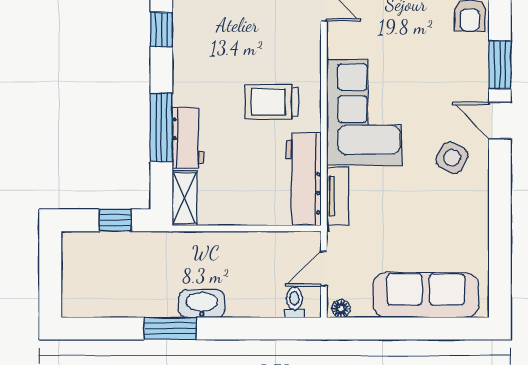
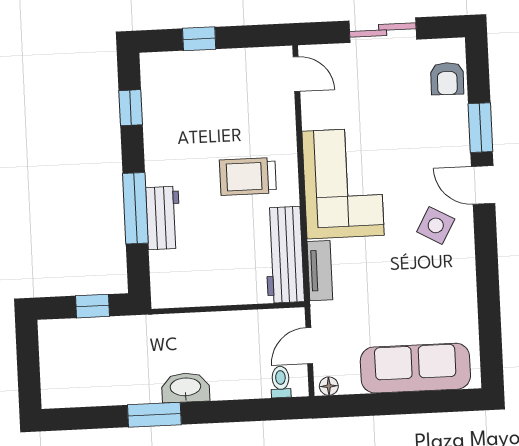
shelving: (185, 198) -> (163, 280), removed

